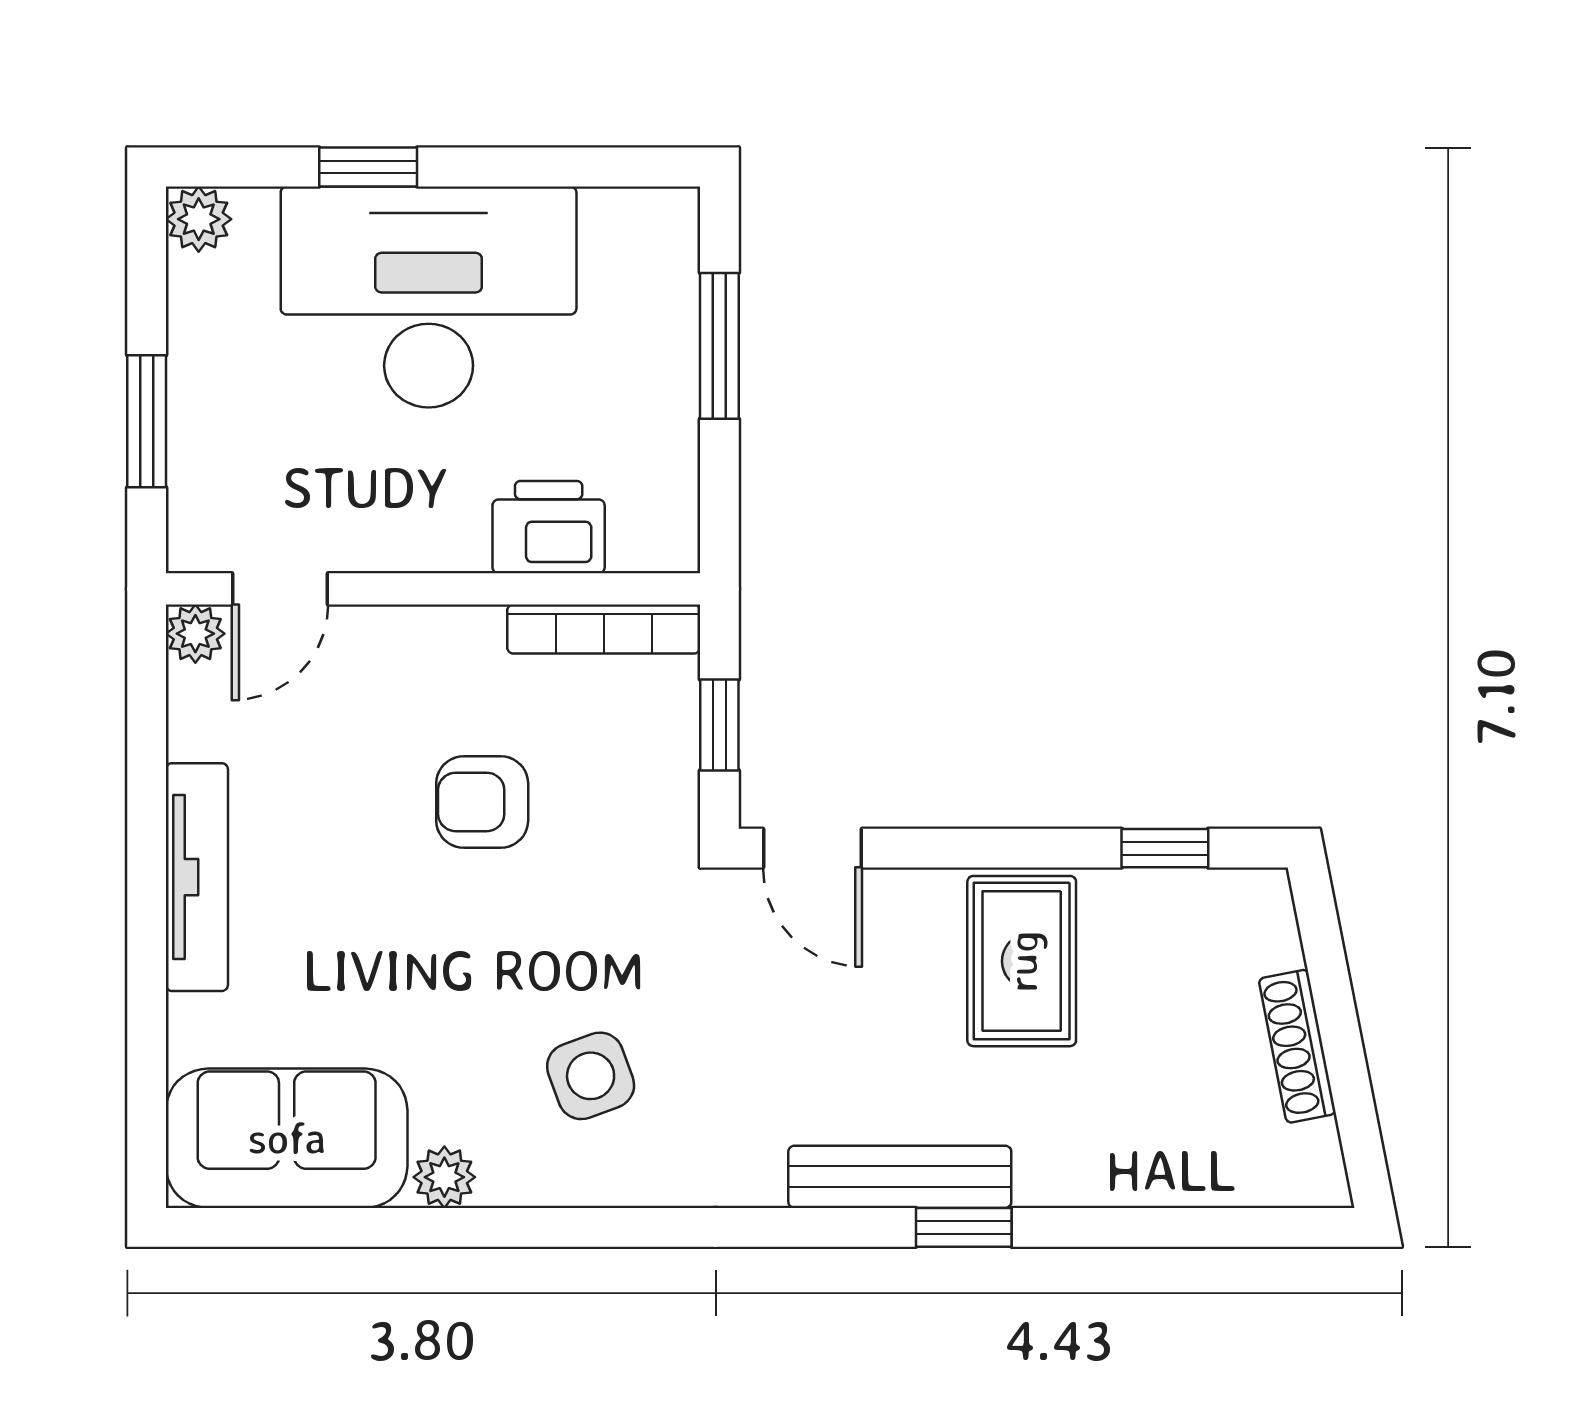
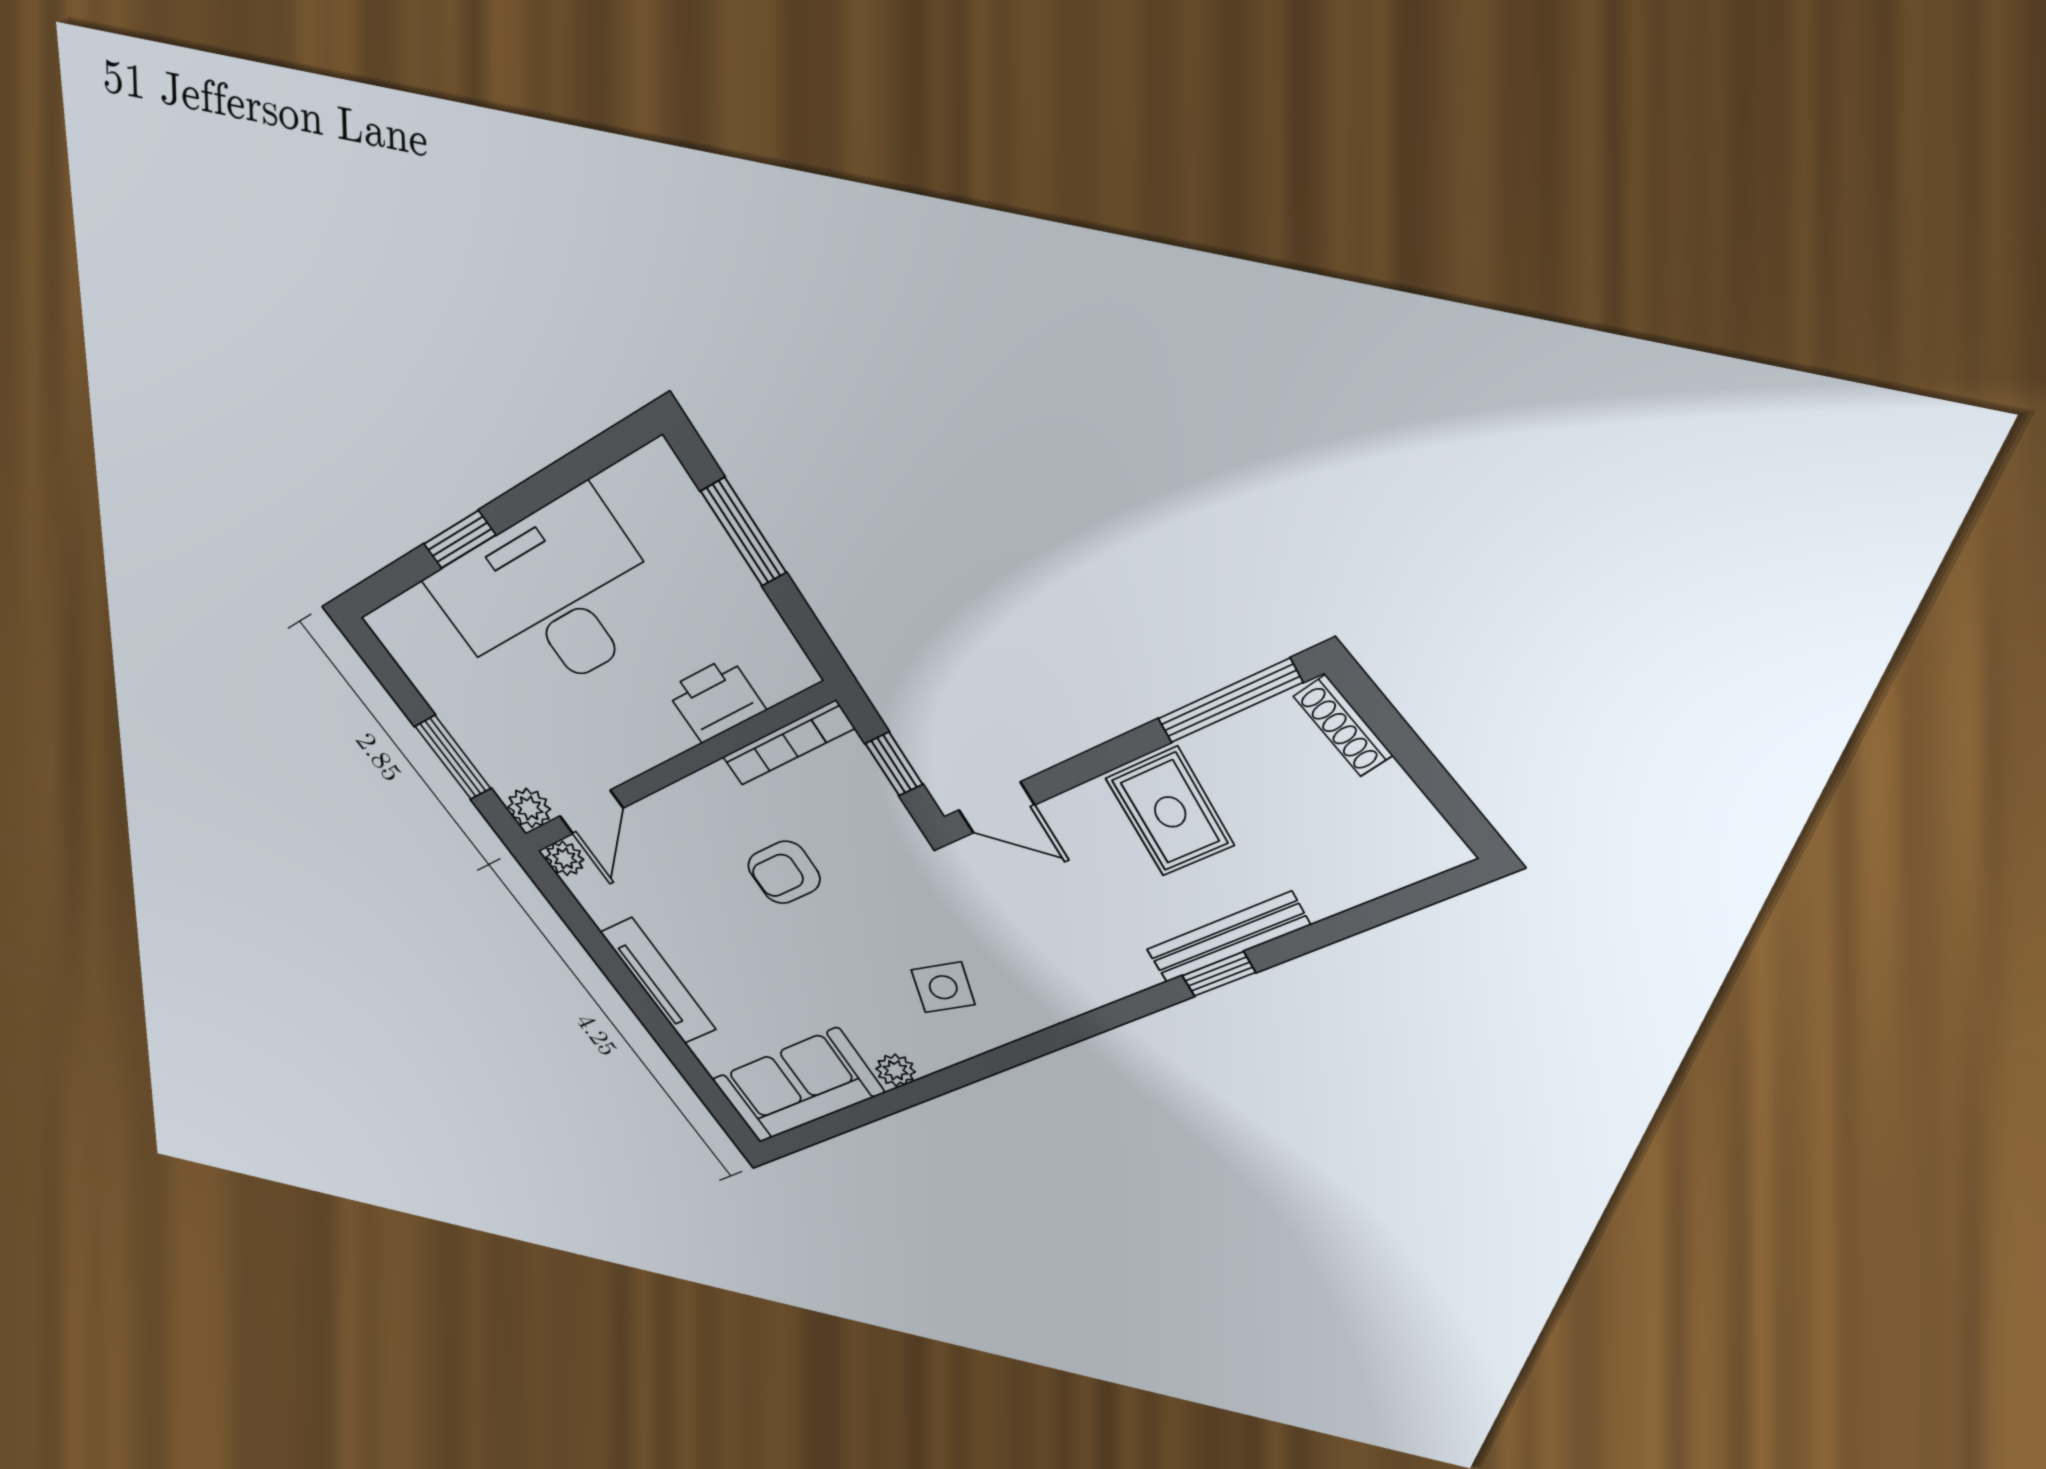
plant: (199, 219) -> (529, 808), moved
window: (1165, 848) -> (1230, 701), width x2.17
shoe rack: (1297, 1046) -> (1343, 726), moved
side table: (591, 1076) -> (943, 987), turned 35
bench: (900, 1177) -> (1228, 937), moved

